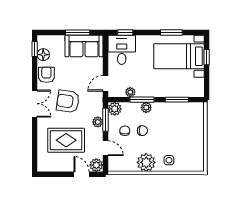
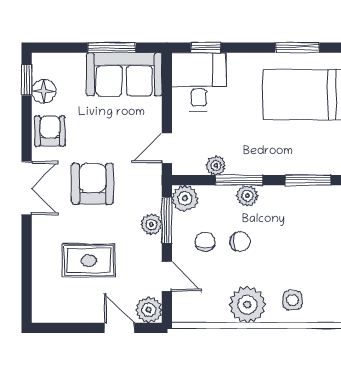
armchair: (68, 101) -> (93, 184), turned 82
rug: (66, 140) -> (89, 261), width x0.73, depth x0.70

